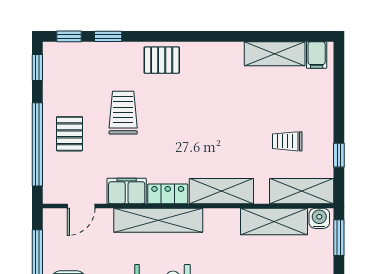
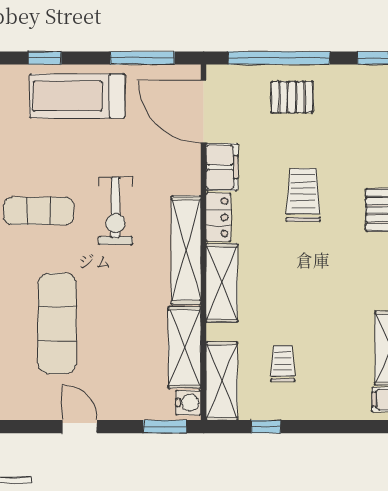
trolley: (123, 113) -> (303, 195), moved, turned -90
door: (81, 206) -> (204, 111), width x1.87
shelving: (158, 220) -> (186, 250), moved

